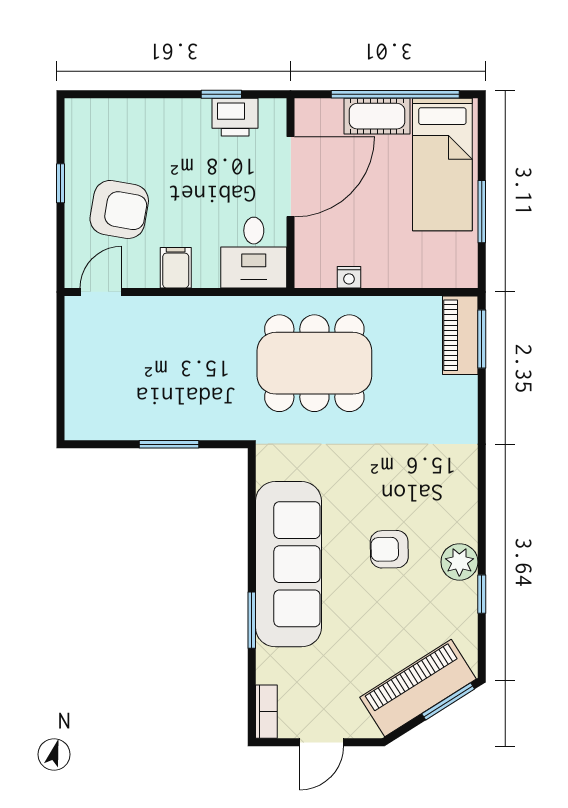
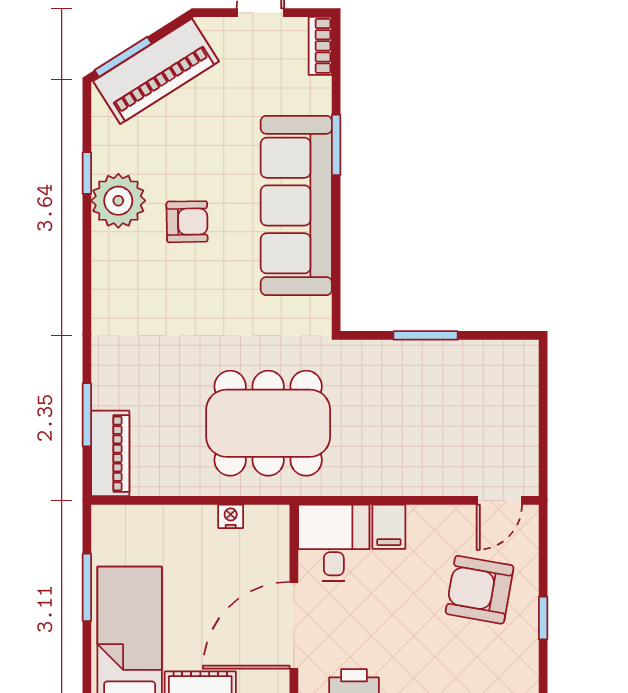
filing cabinet: (176, 268) -> (389, 527), moved
window: (482, 339) -> (87, 415), moved
plant: (459, 562) -> (118, 201), width x1.36, depth x1.36

